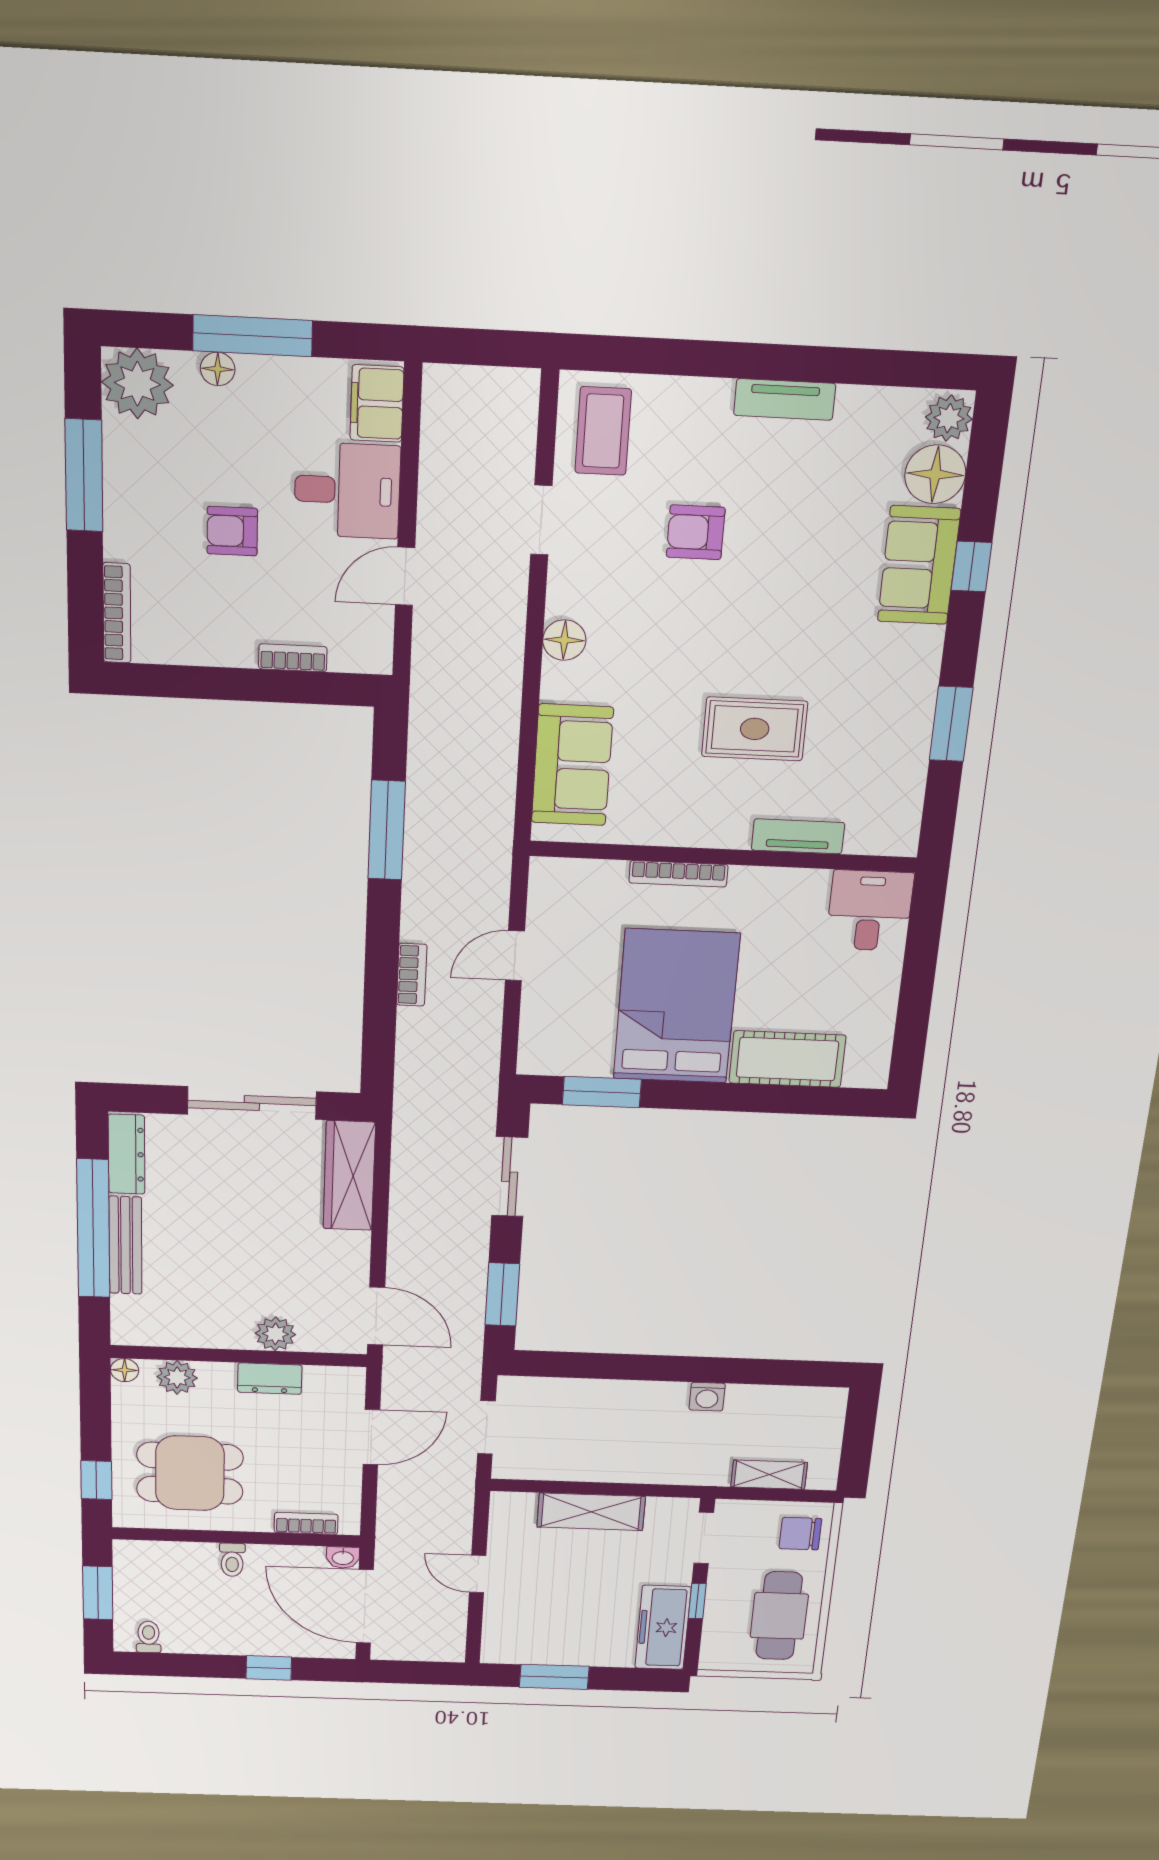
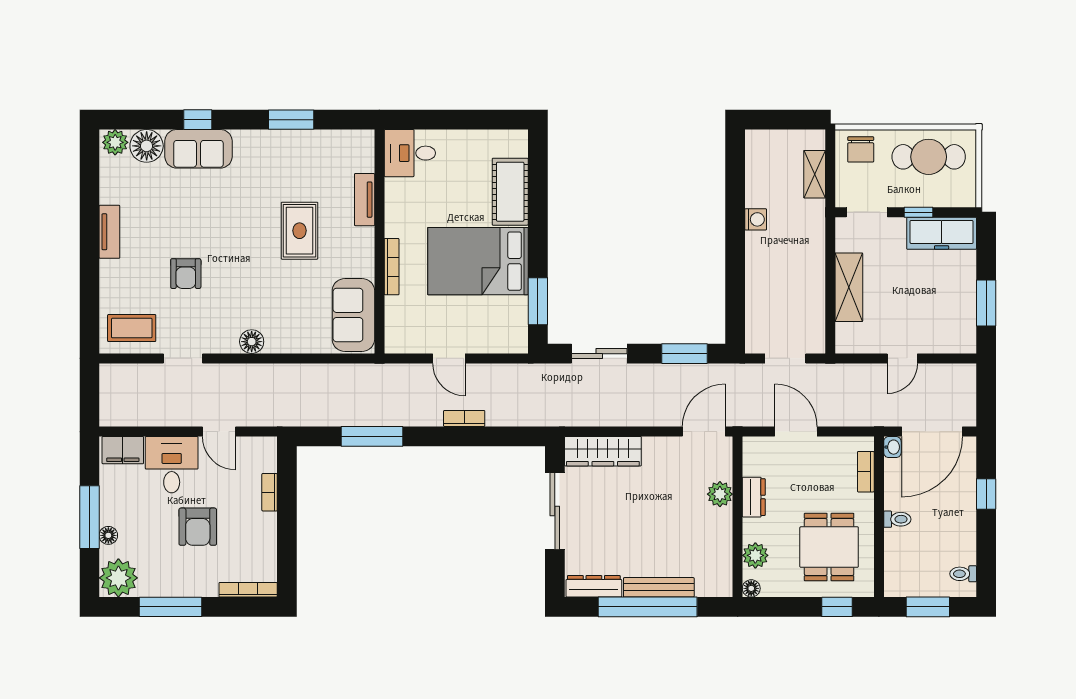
armchair: (232, 531) -> (198, 527), width x1.38, depth x1.38
sofa: (572, 765) -> (353, 315), moved, turned -90

